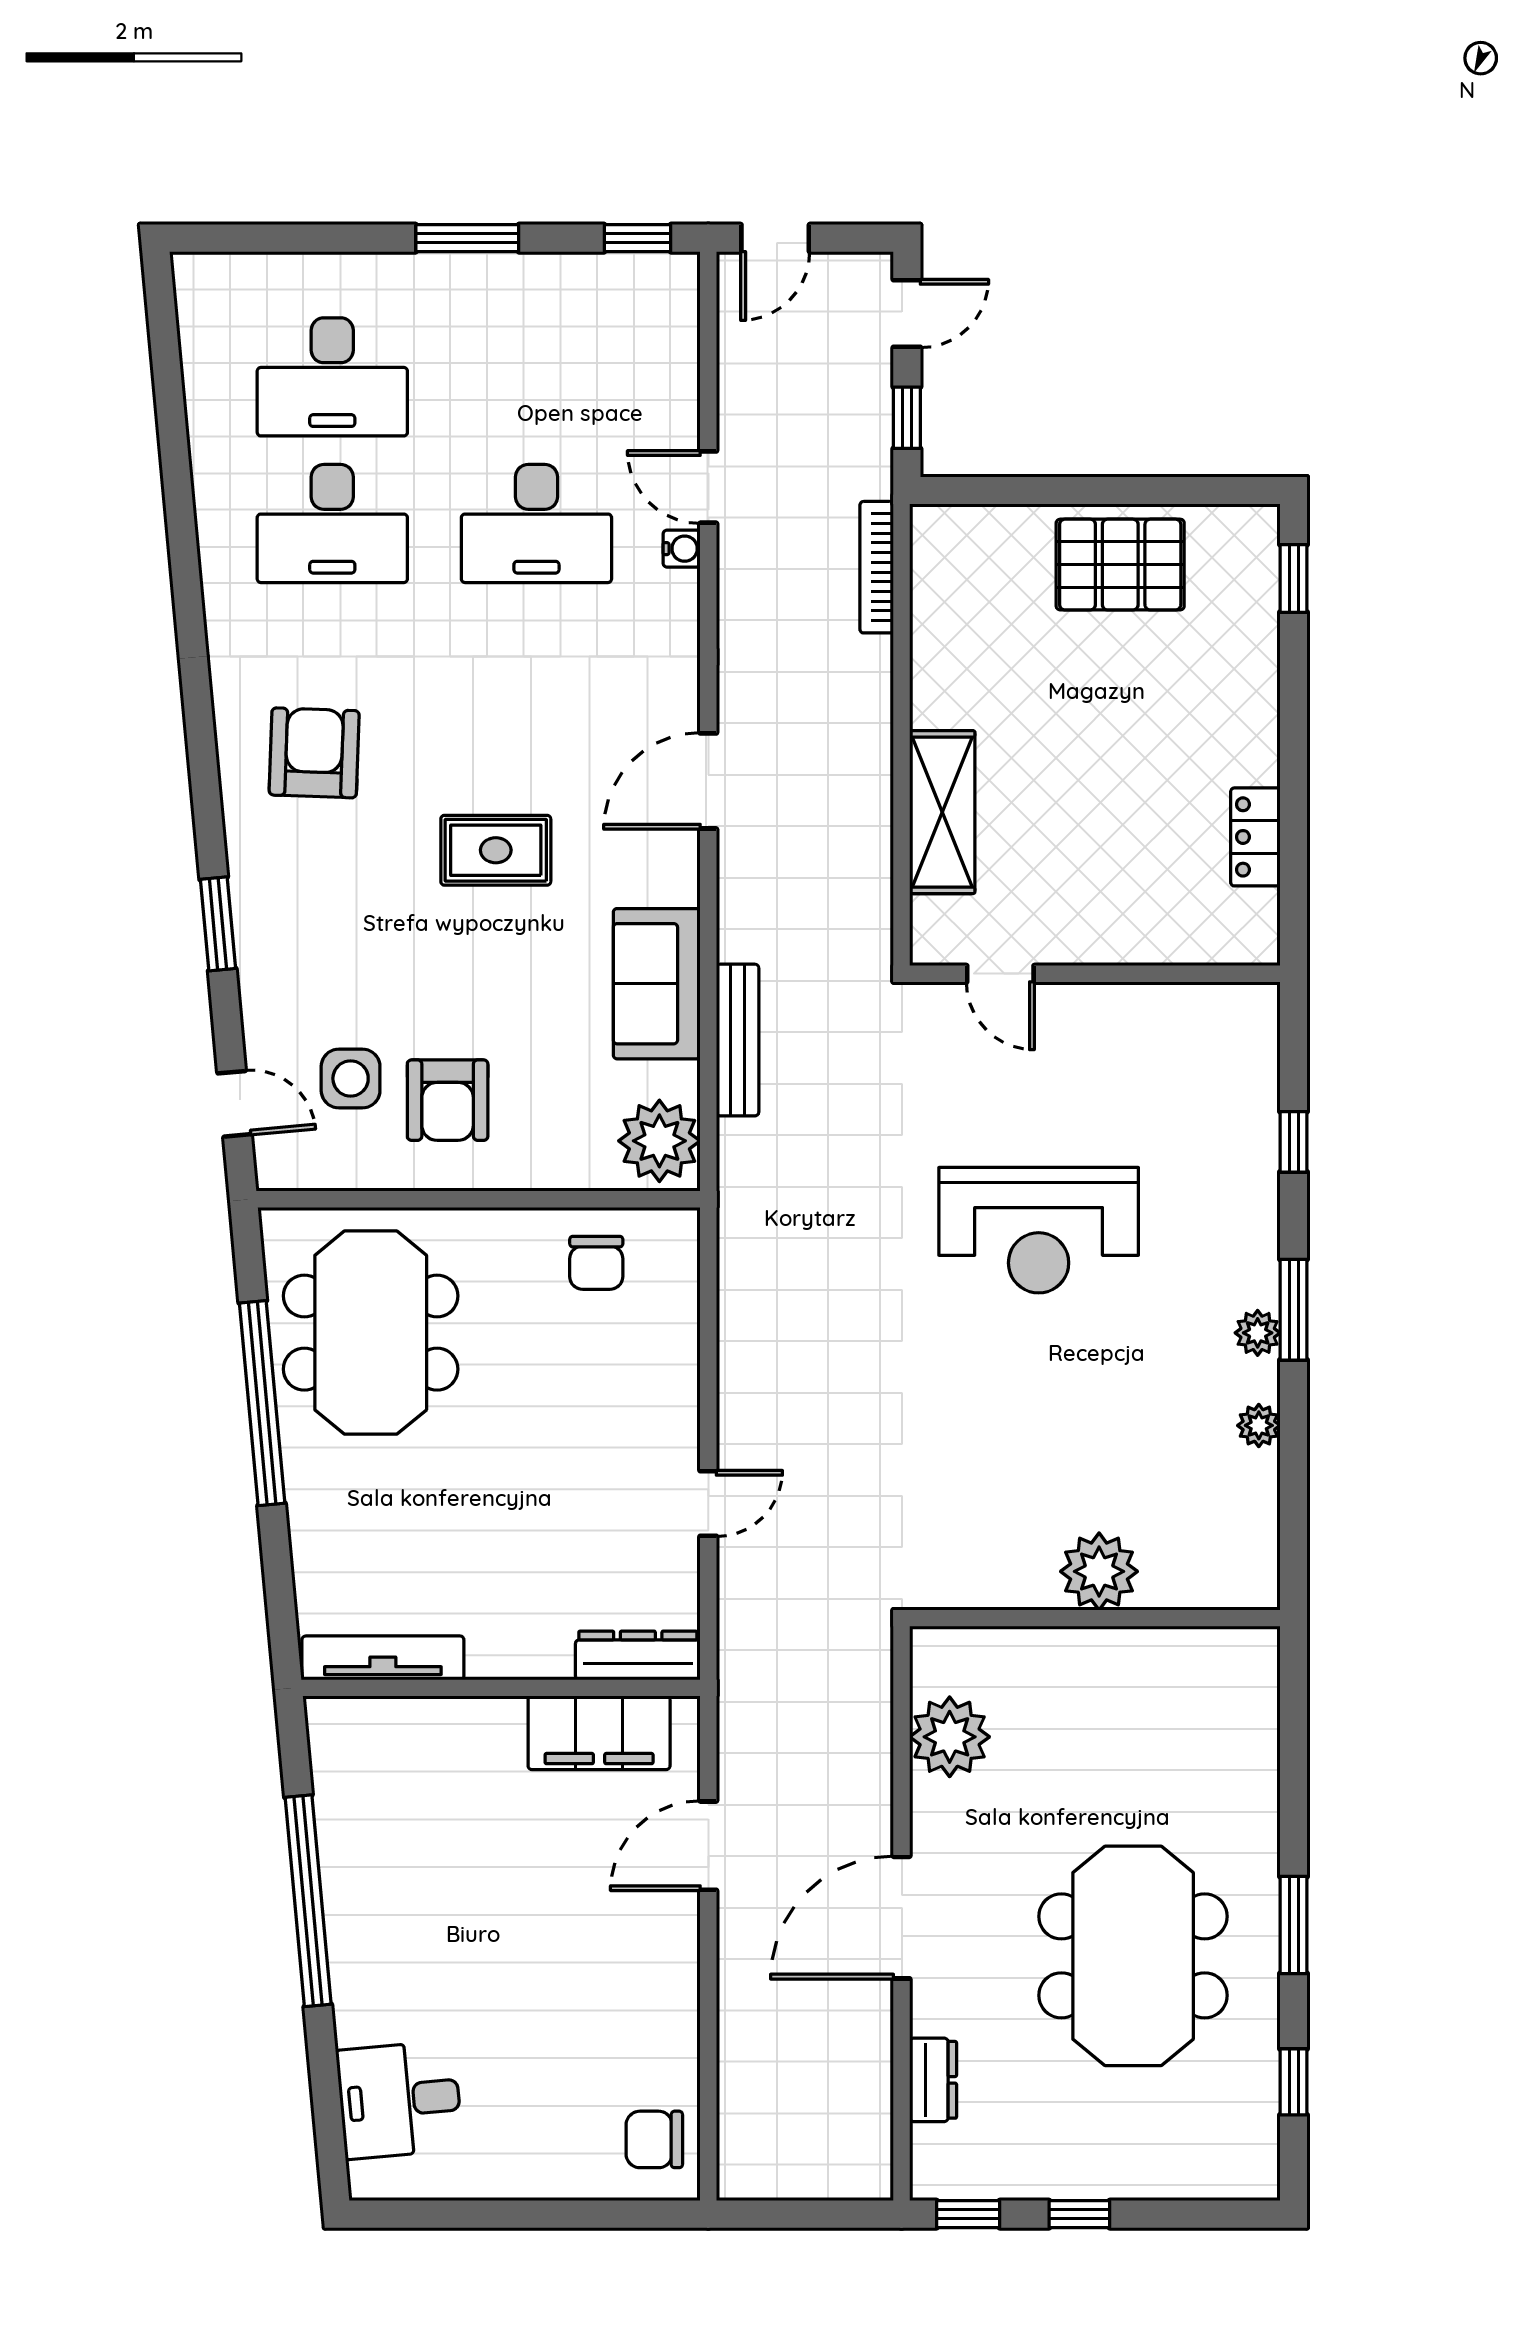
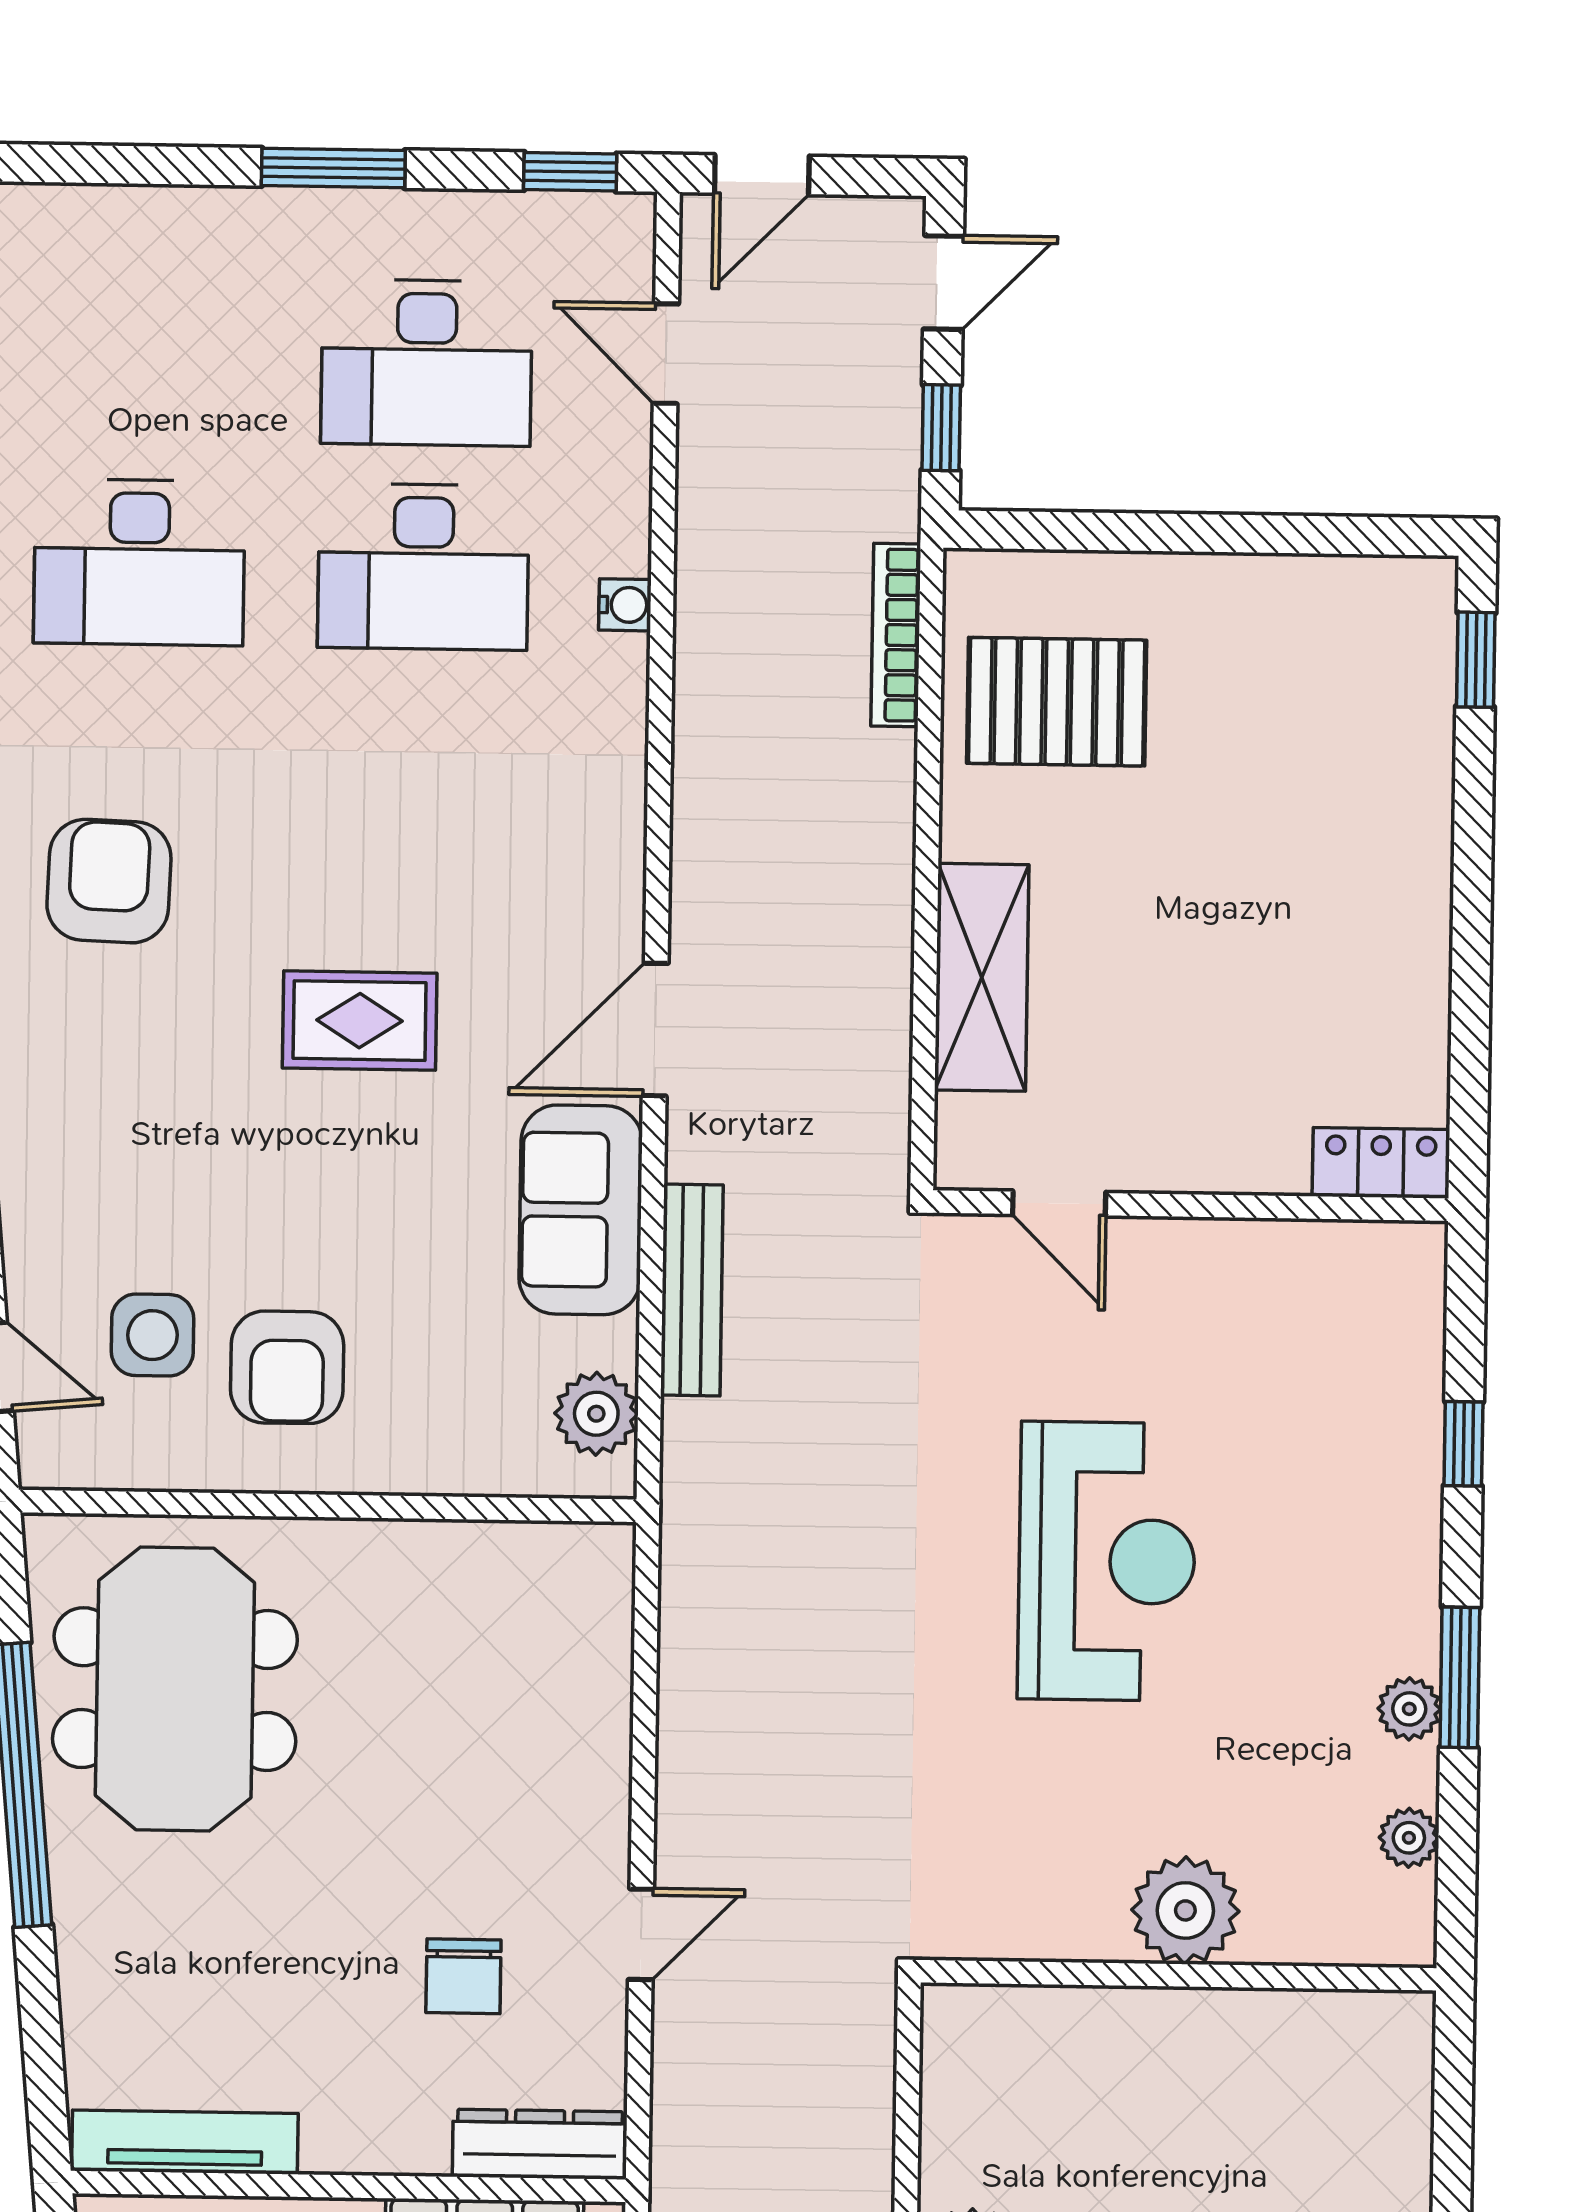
desk: (332, 377) -> (427, 363), moved
door: (708, 487) -> (666, 354), moved
pallet: (1120, 565) -> (1057, 702), moved
door: (708, 781) -> (655, 1030), moved
locker: (1255, 837) -> (1381, 1163), moved, turned 90
plant: (659, 1141) -> (596, 1414), width x0.73, depth x0.73
reception desk: (1039, 1230) -> (1107, 1561), turned -90
chair: (596, 1263) -> (463, 1976), moved
plant: (1099, 1571) -> (1185, 1910), moved
wall: (1095, 1618) -> (1179, 1975), moved

